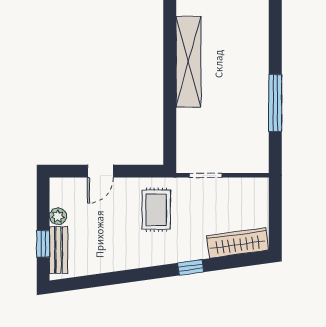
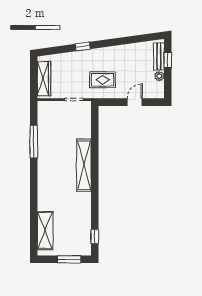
rug: (156, 210) -> (103, 80), turned 90
wardrobe: (238, 243) -> (44, 79), moved, turned -82

